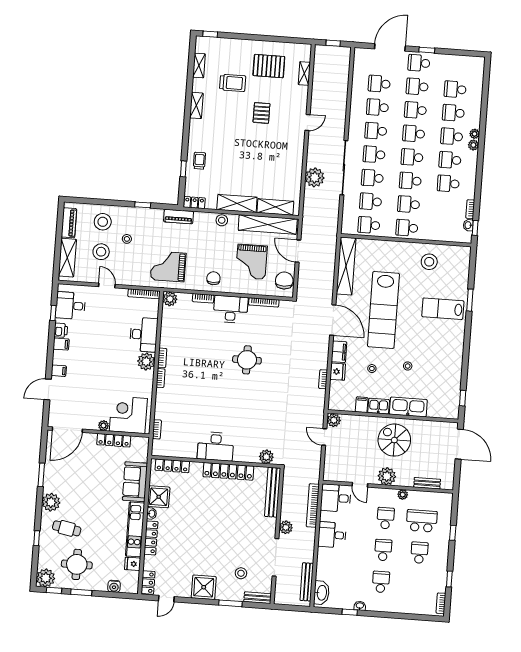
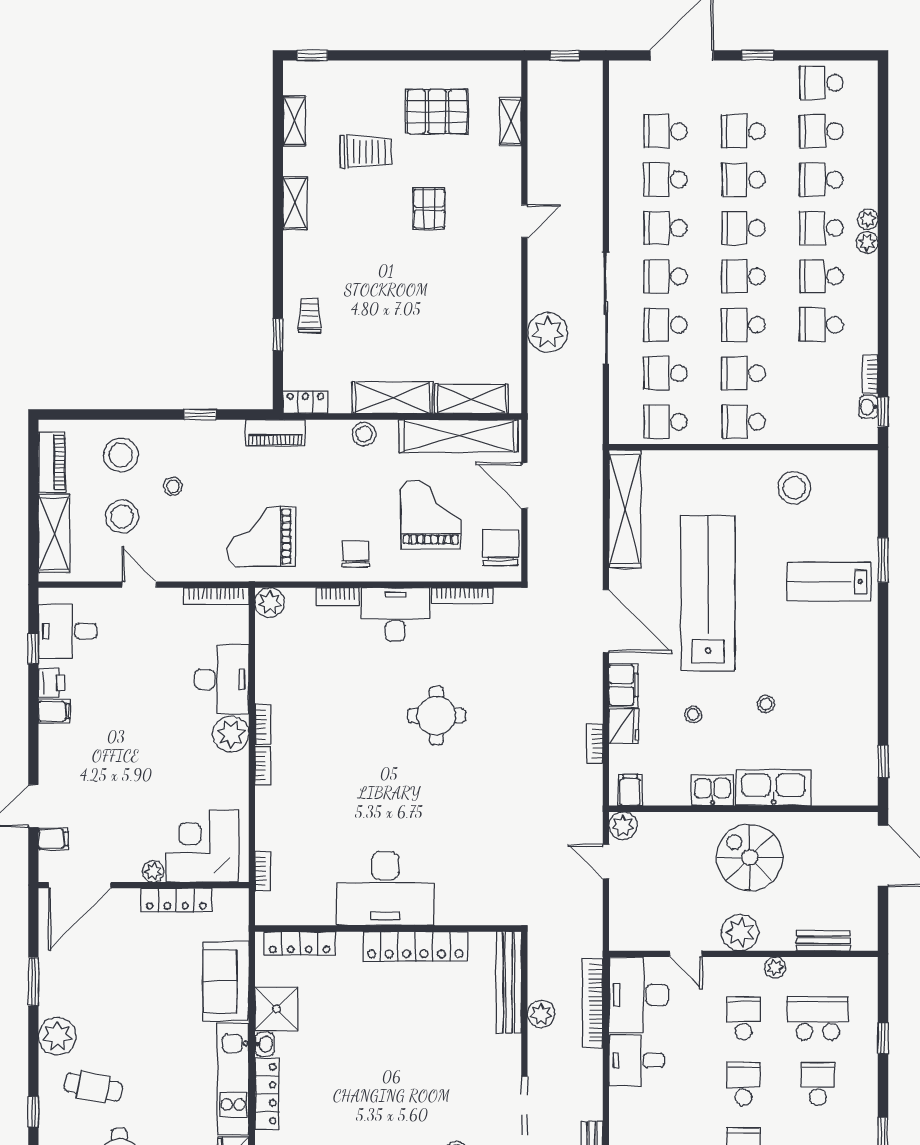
school desk: (419, 63) -> (821, 83), moved
grand piano: (251, 262) -> (431, 514), turned 180
lab bench: (383, 310) -> (708, 593), turned 180
filing cabinet: (59, 371) -> (53, 839), moved
filing cabinet: (362, 405) -> (630, 790), moved
desk: (216, 446) -> (385, 889), width x1.36, depth x1.30
plant: (266, 457) -> (491, 911), removed
desk: (336, 498) -> (639, 995), width x1.37
plant: (286, 527) -> (541, 1014), moved

